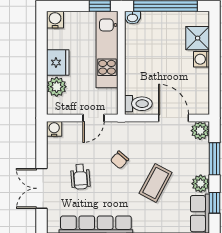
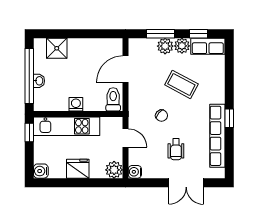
washbasin: (132, 17) -> (39, 81), moved
washing machine: (201, 59) -> (76, 104), moved, turned 180
plant: (57, 87) -> (114, 170), moved
plant: (200, 131) -> (165, 46), moved
wheelchair: (80, 177) -> (176, 149), turned 94

